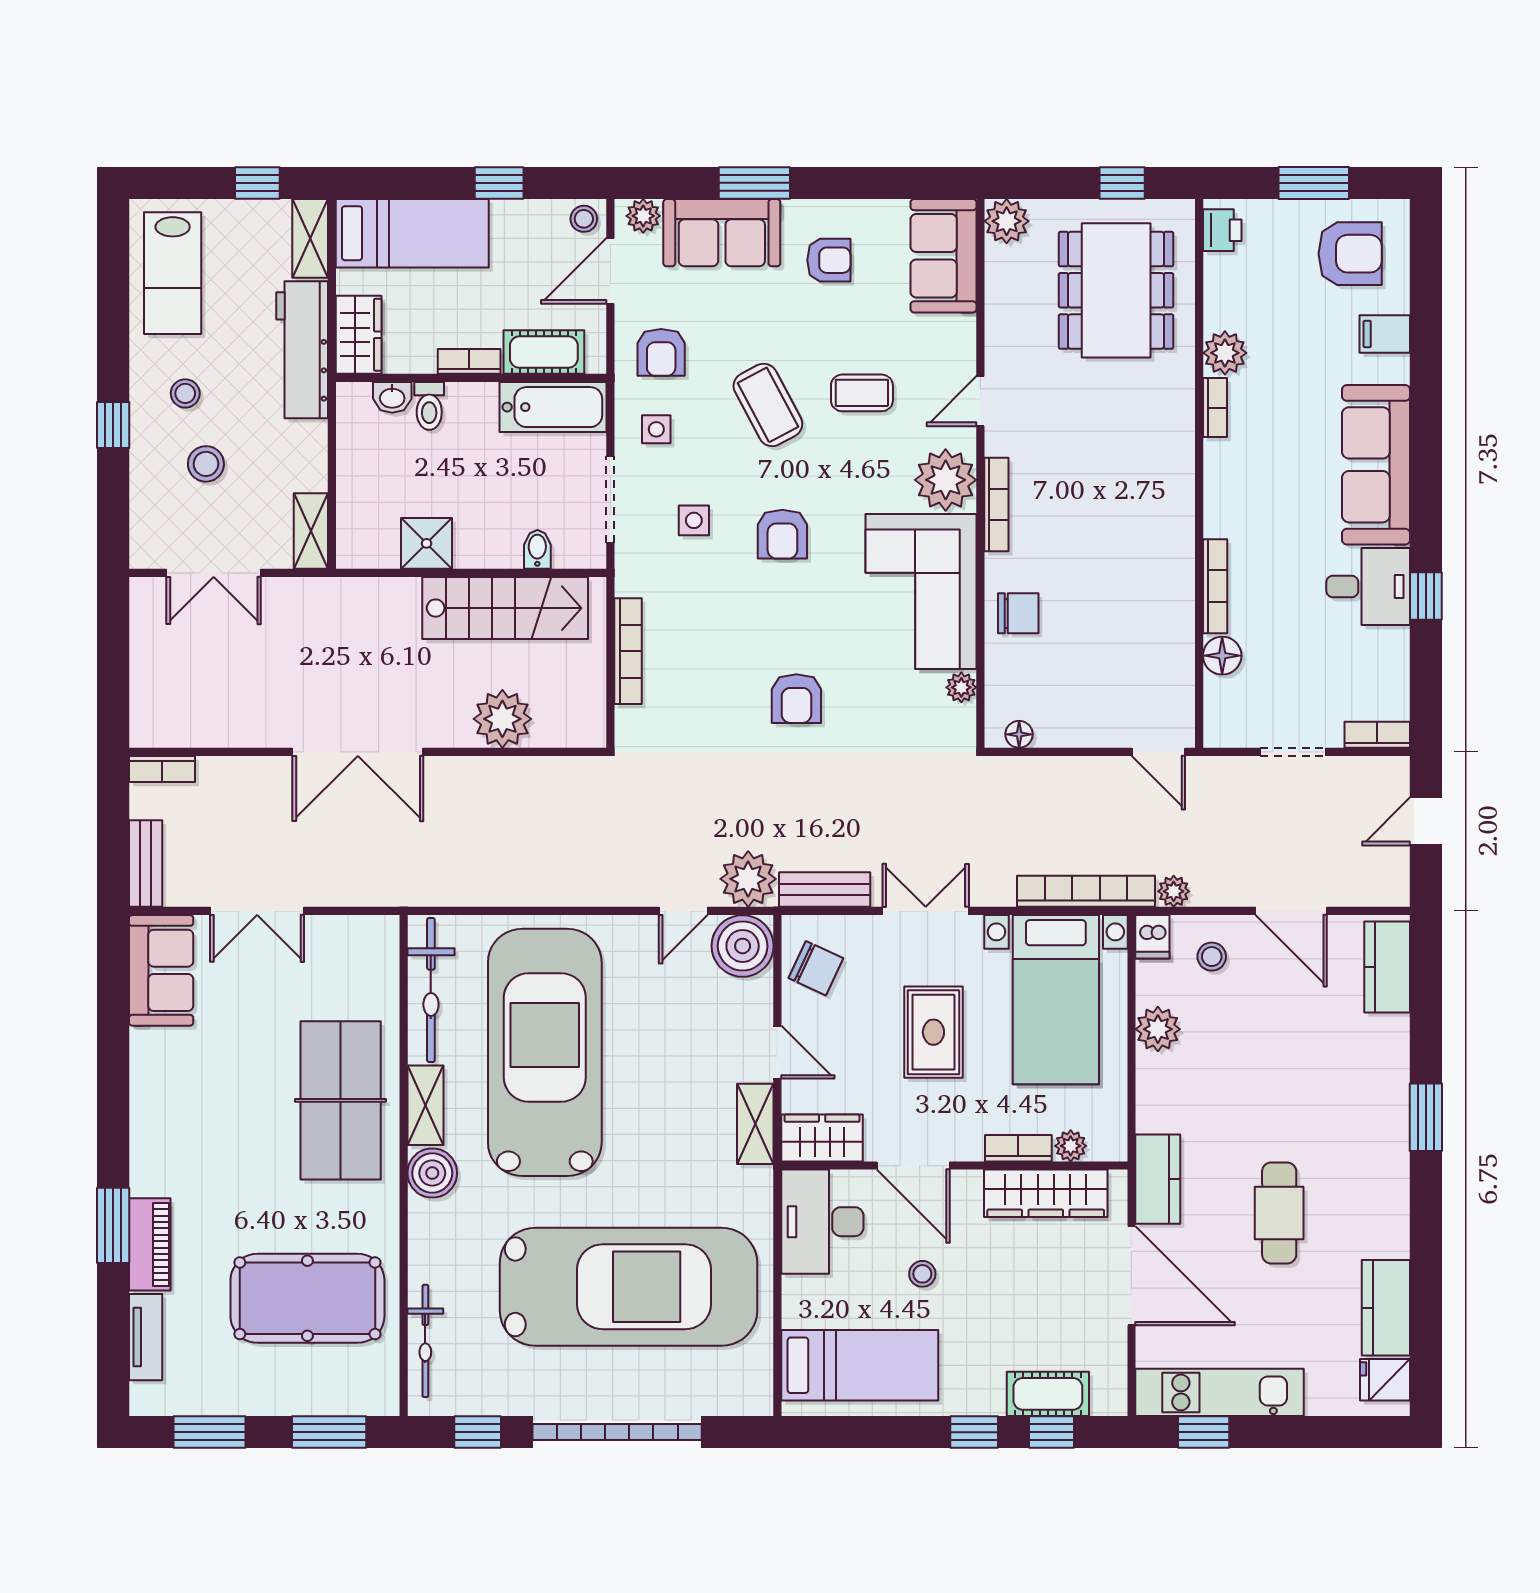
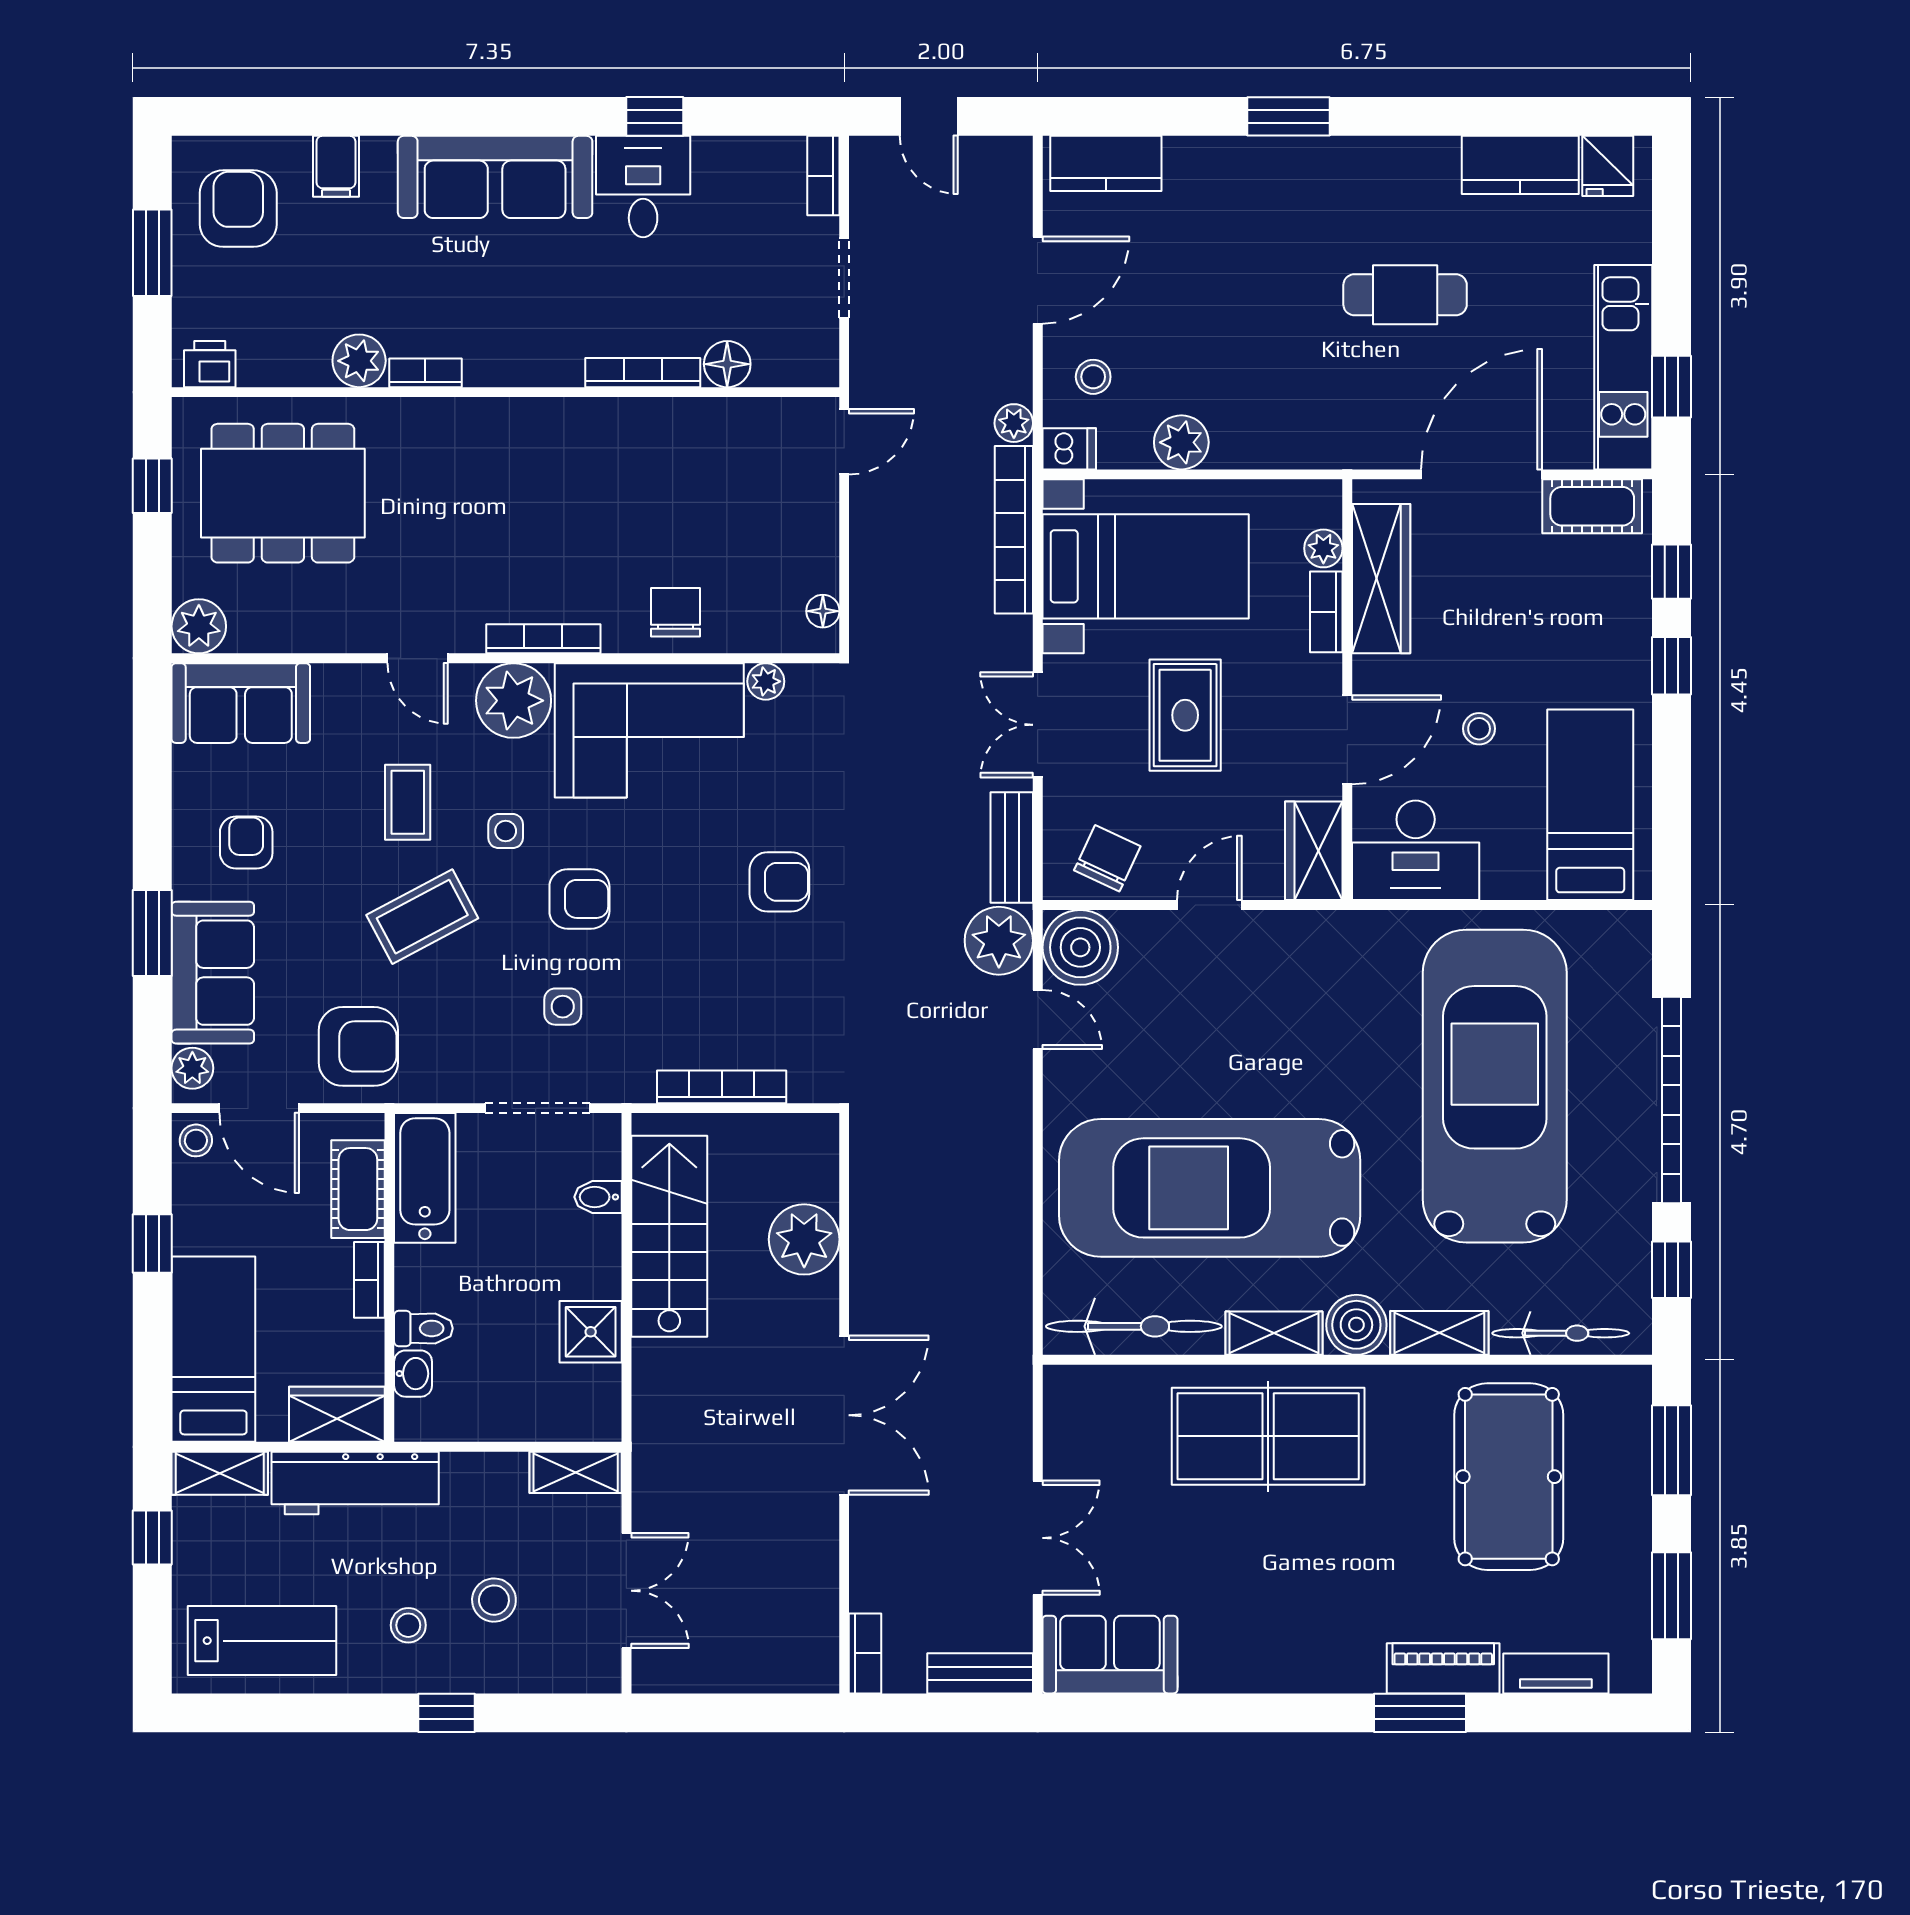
armchair: (661, 352) -> (358, 1046), width x1.38, depth x1.38
side table: (656, 429) -> (506, 831), moved
rug: (933, 1032) -> (1185, 715), turned 90
shelving: (755, 1124) -> (1439, 1333), moved
kitchen counter: (1158, 1179) -> (1364, 442), removed
cot: (1048, 1394) -> (1592, 506), moved, turned 90

